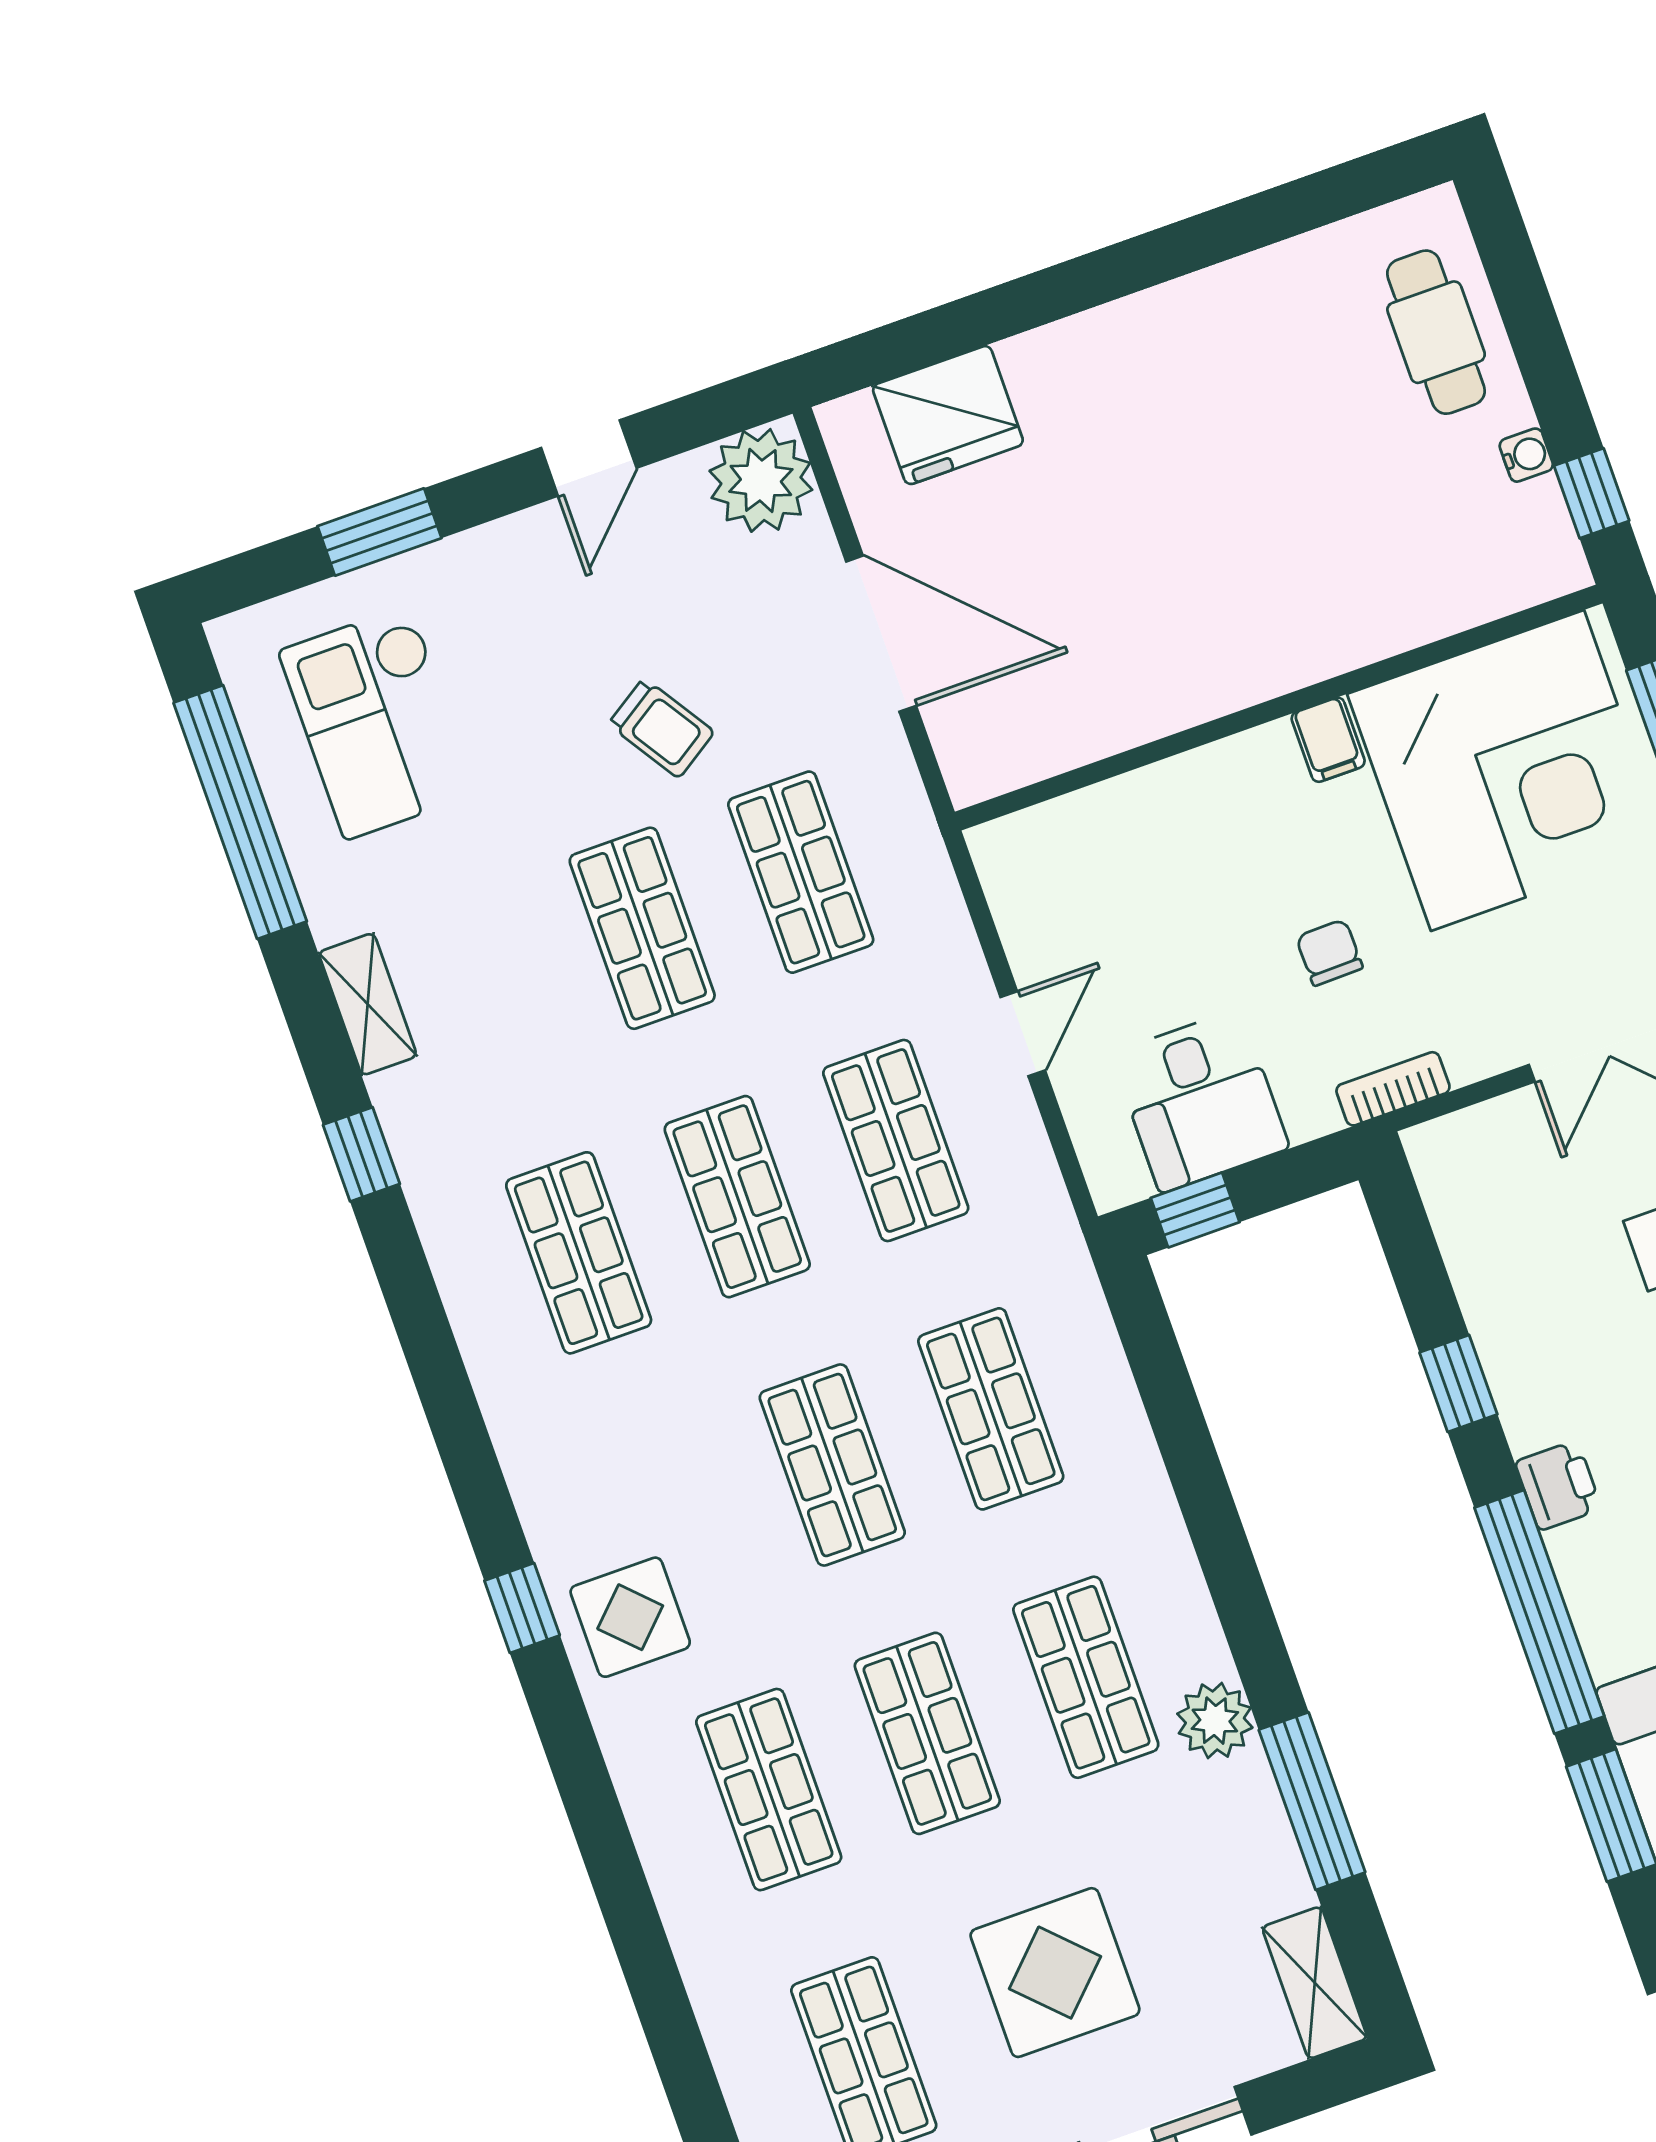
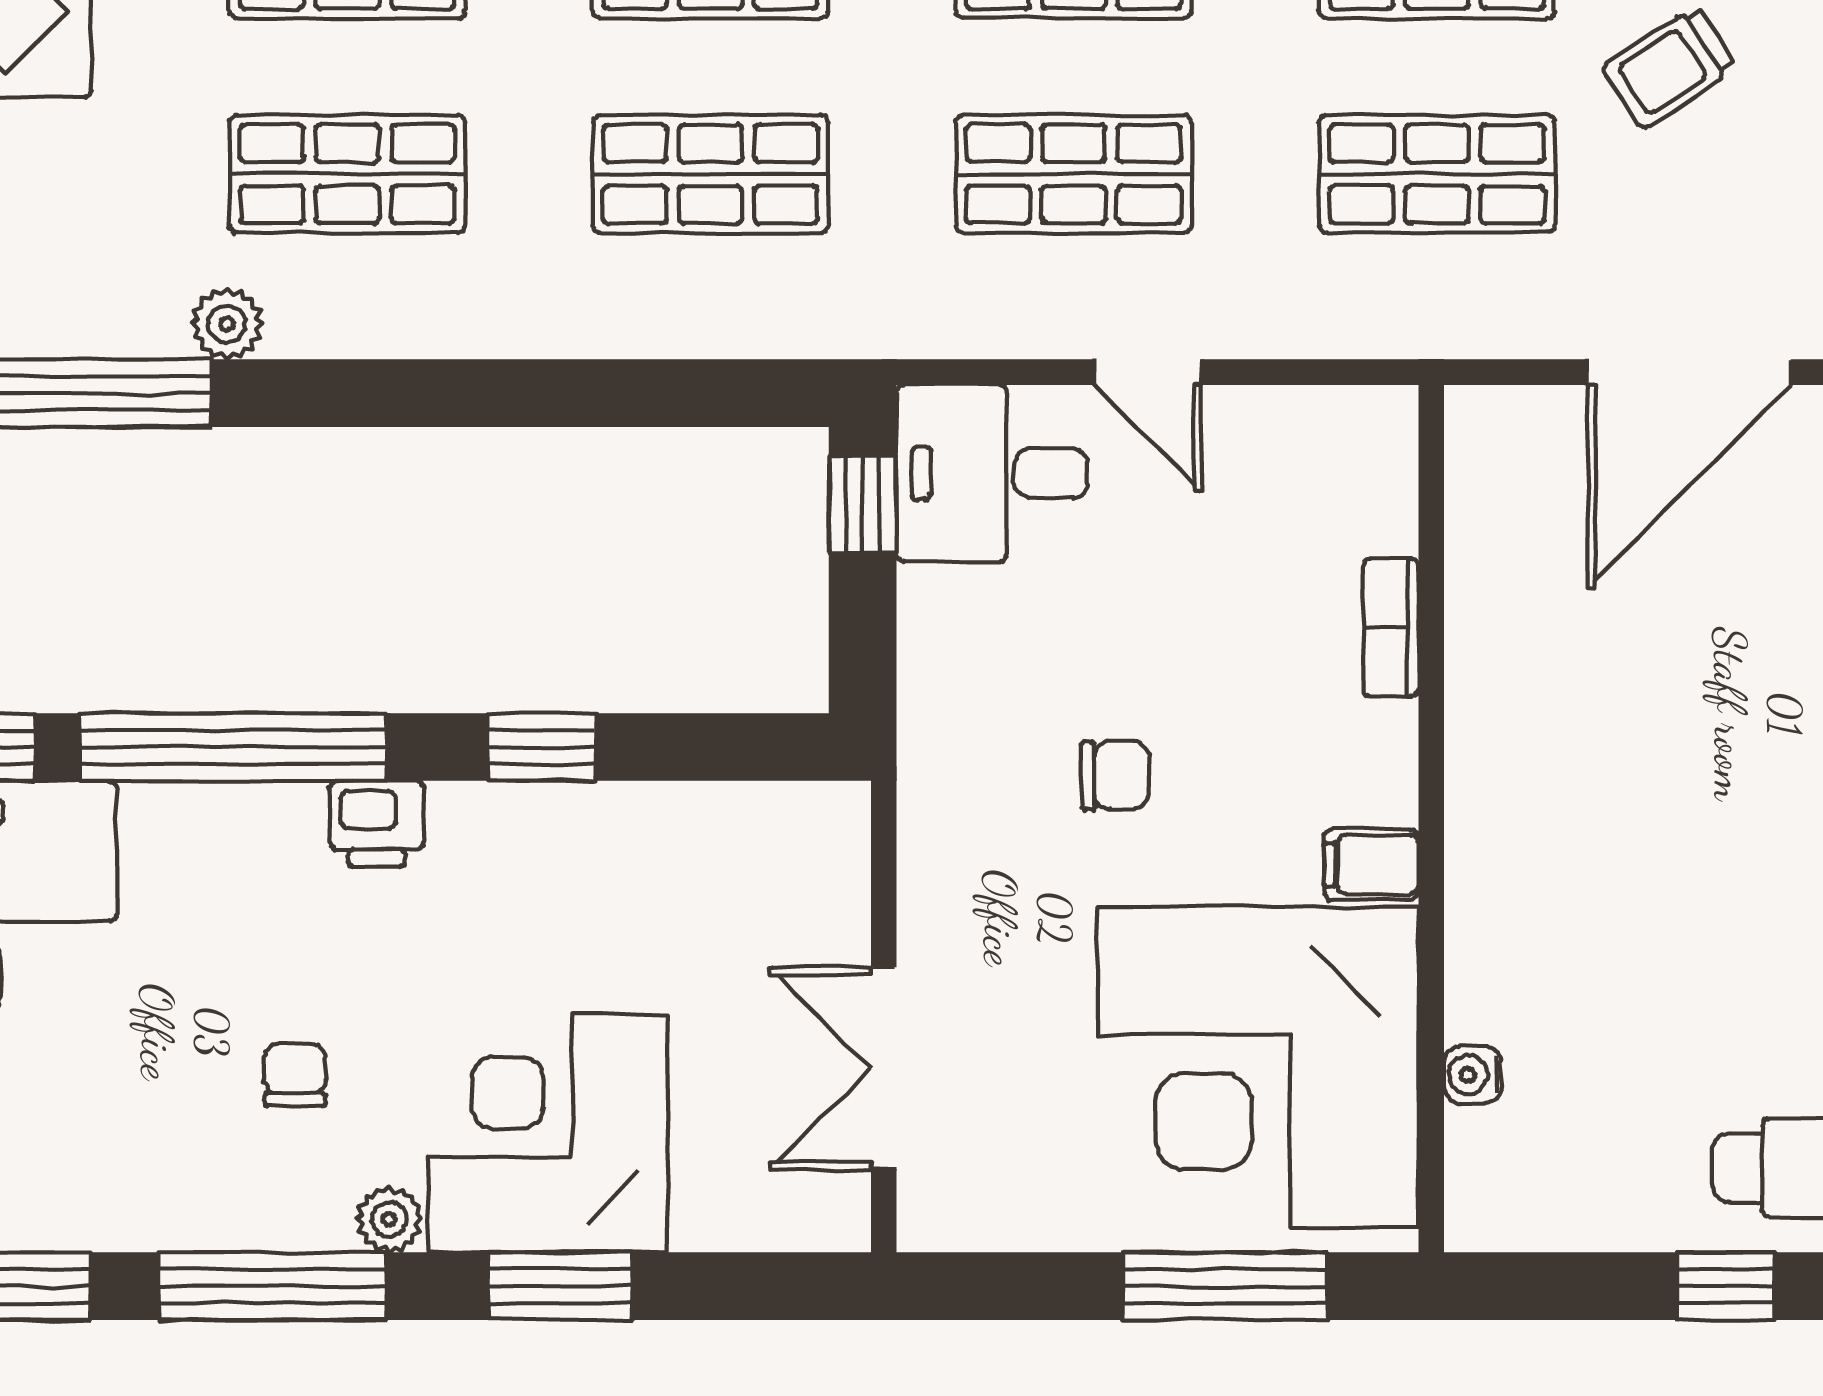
water cooler: (1526, 455) -> (1472, 1075), moved, turned 90
window: (1592, 493) -> (1726, 1286), moved
bookcase: (1393, 1089) -> (1391, 627), moved, turned 180
desk: (1200, 1101) -> (992, 473), moved
plant: (1215, 1721) -> (227, 324), width x0.73, depth x0.73

